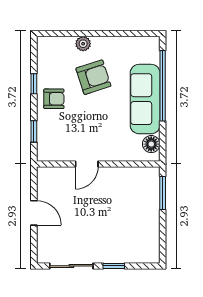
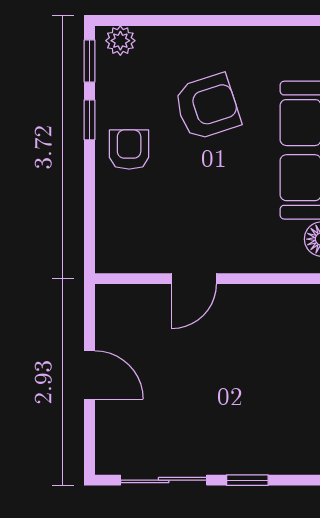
plant: (83, 44) -> (120, 41), moved
armchair: (54, 99) -> (129, 150), turned -90
window: (34, 131) -> (90, 61), moved

